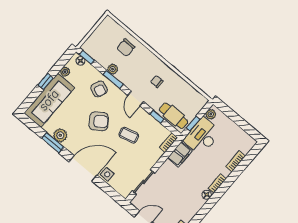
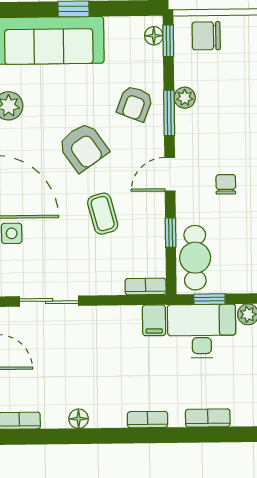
chair: (126, 48) -> (206, 36), moved
plant: (65, 72) -> (115, 26), removed
filing cabinet: (180, 154) -> (154, 320), width x0.50
floor lamp: (207, 195) -> (79, 419), moved

